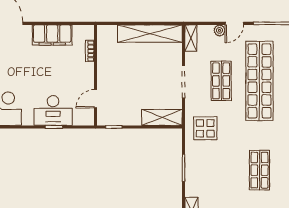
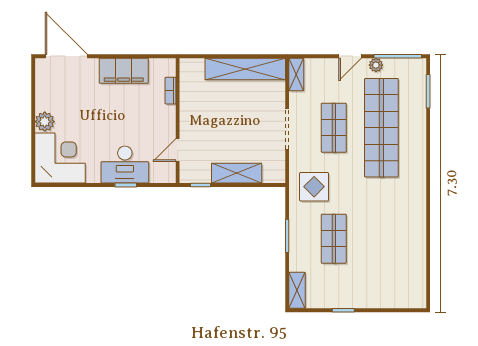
plant: (220, 30) -> (376, 65), moved
shelving: (162, 117) -> (237, 173), moved
shop shelf: (259, 170) -> (334, 239), moved

